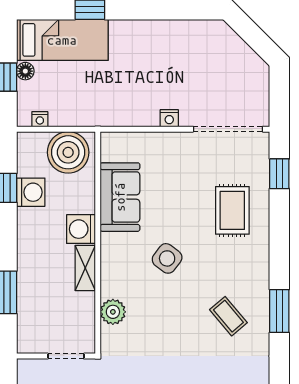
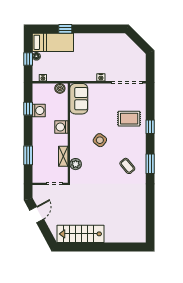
boiler: (68, 152) -> (60, 88), width x0.54, depth x0.54
window: (279, 174) -> (150, 127), moved
sofa: (120, 197) -> (79, 99), moved
rug: (232, 210) -> (129, 119), turned 90
shelving: (85, 268) -> (63, 156), moved

